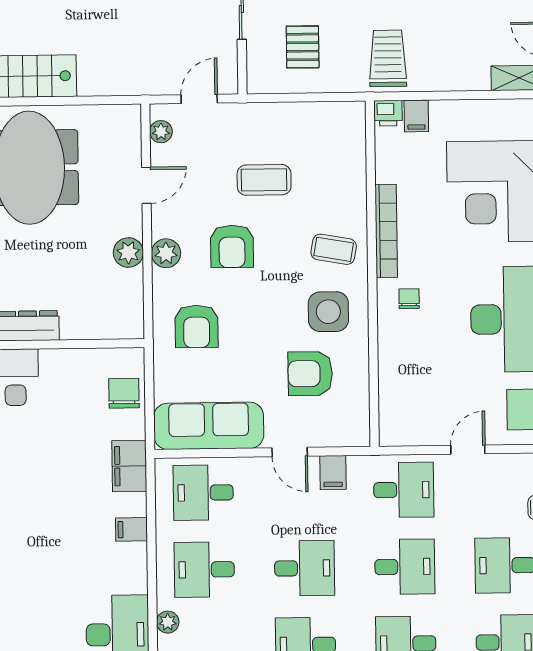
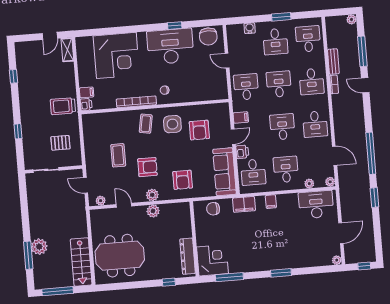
armchair: (197, 326) -> (183, 180), turned 90
printer: (252, 471) -> (242, 152), added
desk: (204, 570) -> (286, 169), turned 180

